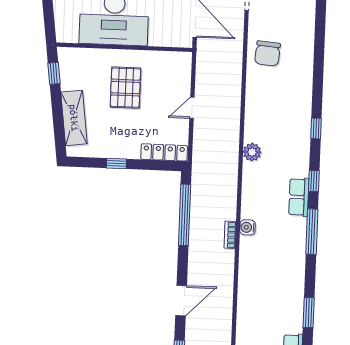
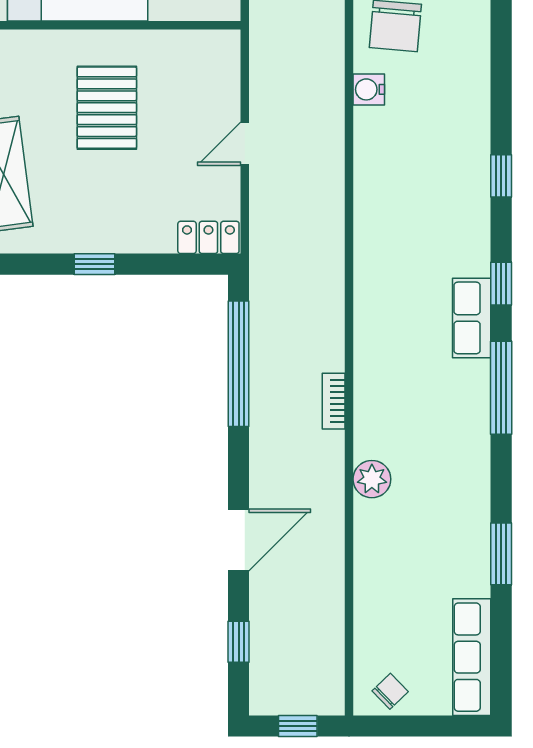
locker: (164, 152) -> (208, 237), width x0.66
plant: (252, 152) -> (372, 479), moved
water cooler: (248, 227) -> (369, 89), moved

